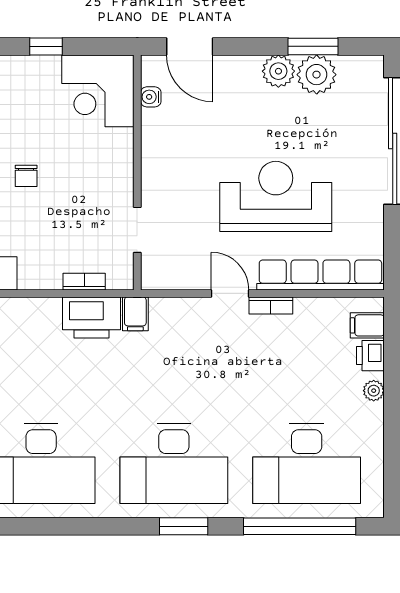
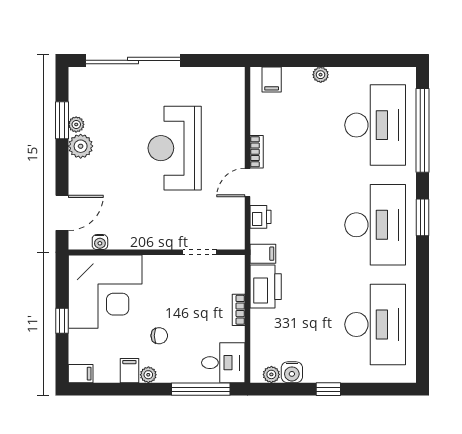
plant: (317, 75) -> (76, 124), width x0.53, depth x0.53
corner desk: (98, 91) -> (105, 292), width x1.36, depth x1.36
row of seats: (320, 275) -> (234, 115), removed
bookcase: (84, 282) -> (239, 310), moved
printer: (370, 356) -> (260, 217), moved, turned -90

